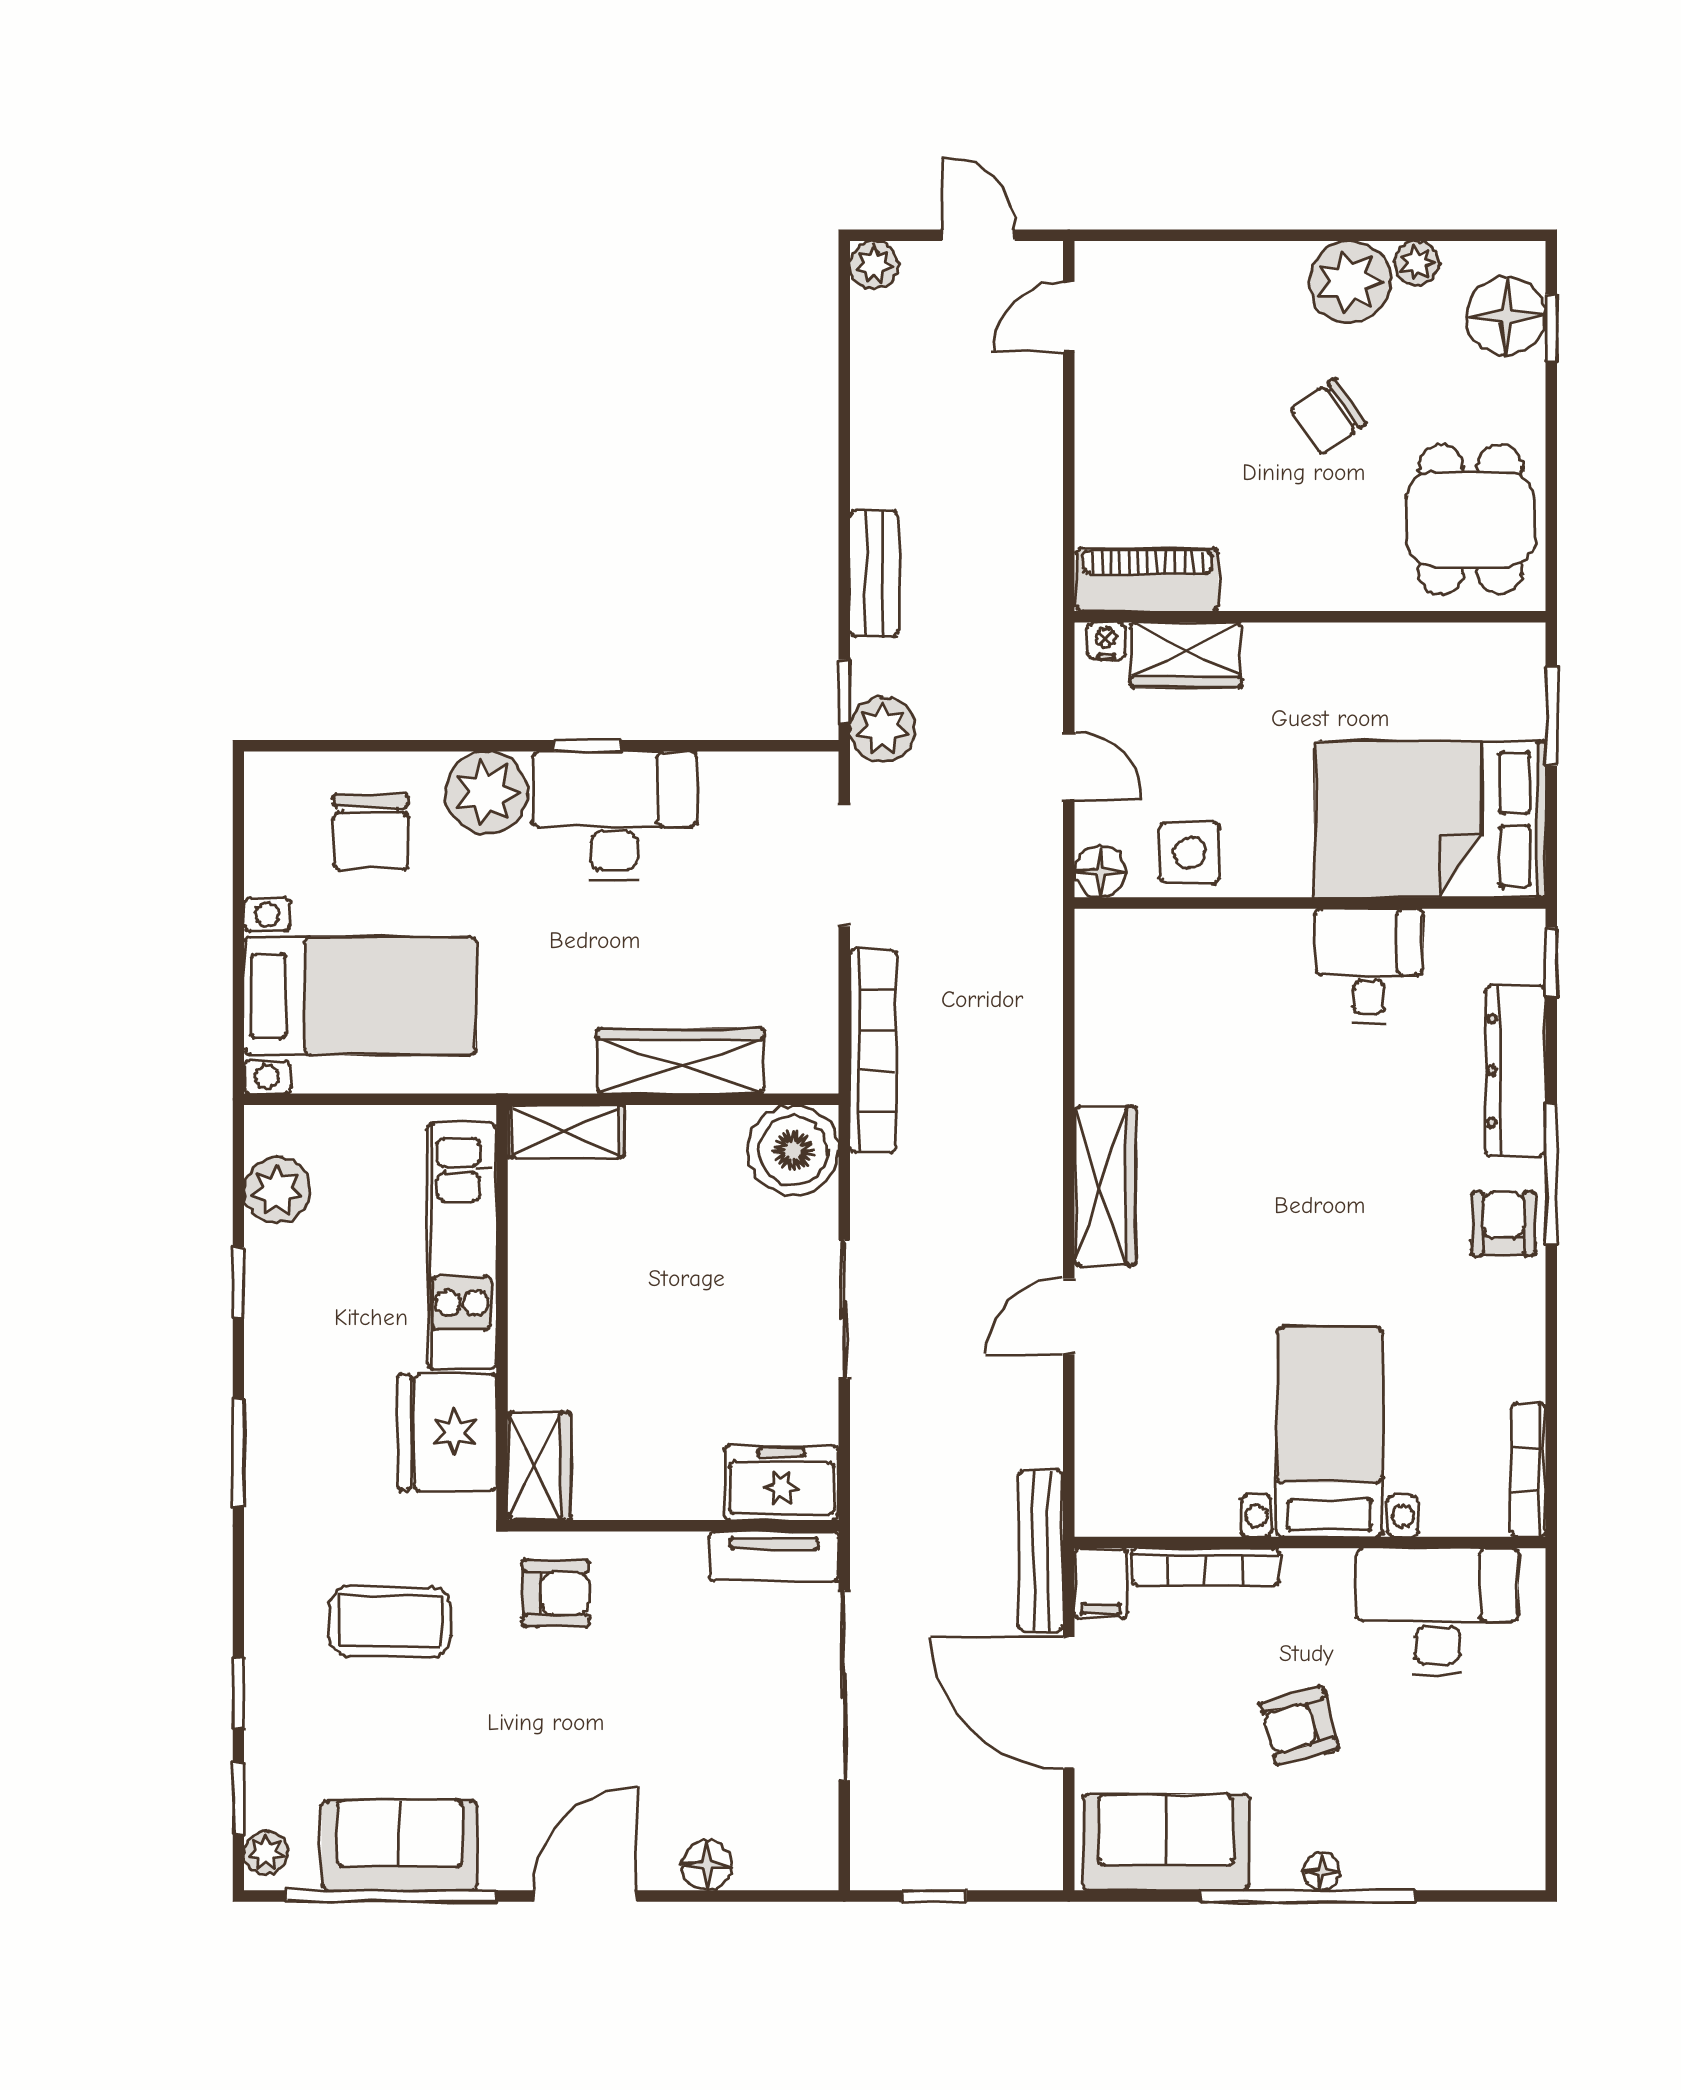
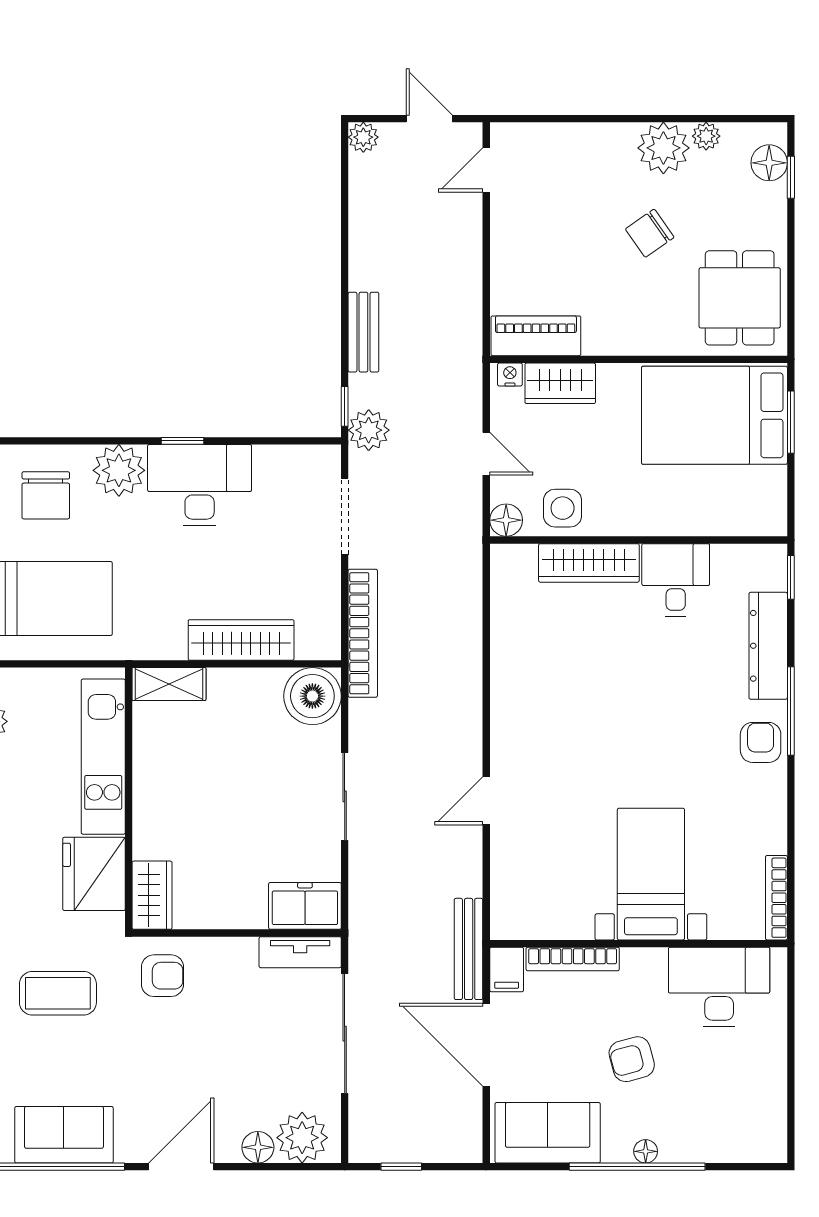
floor lamp: (1506, 316) -> (769, 163), width x0.73, depth x0.73
bed: (1430, 819) -> (714, 415), moved
wardrobe: (1105, 1186) -> (589, 563), moved, turned 90
plant: (777, 1850) -> (302, 1138), added

